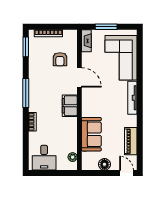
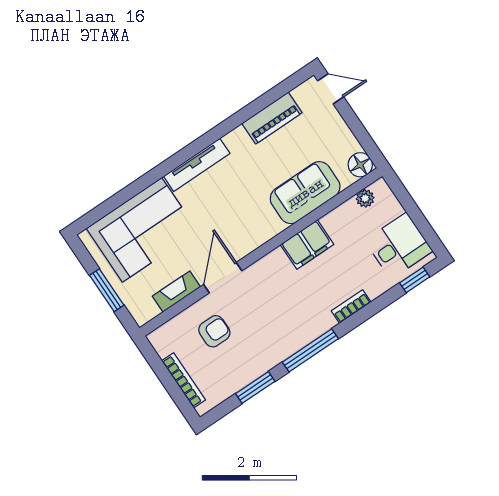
fireplace: (86, 41) -> (176, 292), moved
window: (26, 47) -> (255, 388), moved
filing cabinet: (70, 106) -> (307, 245), moved
window: (26, 155) -> (415, 280), added
floor lamp: (104, 164) -> (360, 165), moved
door: (127, 173) -> (331, 89), swing flipped

